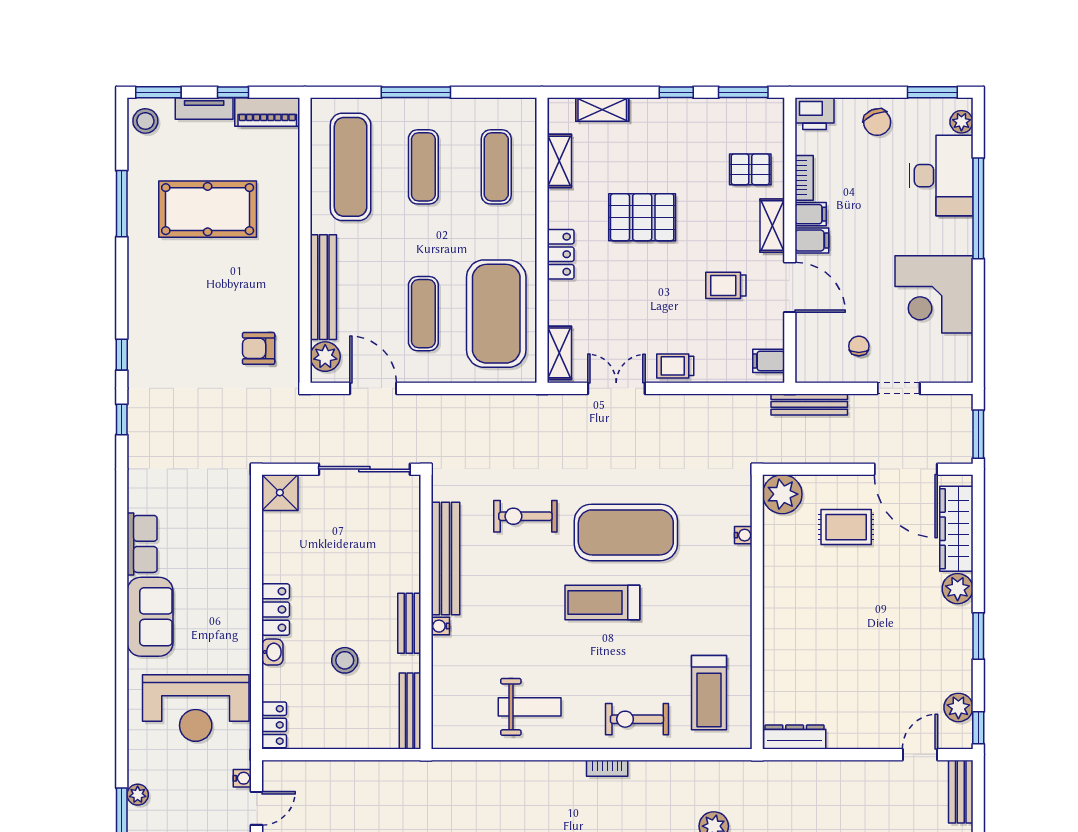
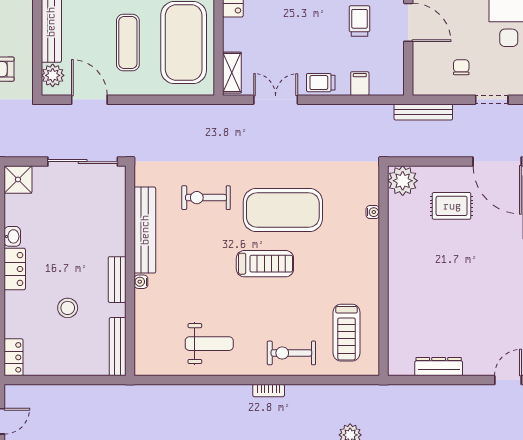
trolley: (726, 285) -> (360, 21), turned 90
filing cabinet: (769, 361) -> (360, 84), moved, turned 90
treadmill: (602, 603) -> (265, 264), turned 180
washbasin: (272, 652) -> (12, 236), moved
dresser: (795, 737) -> (439, 367), moved

